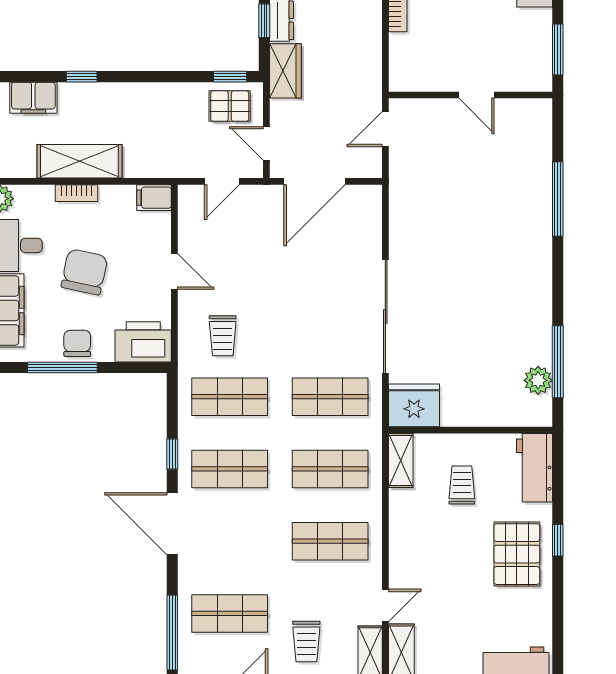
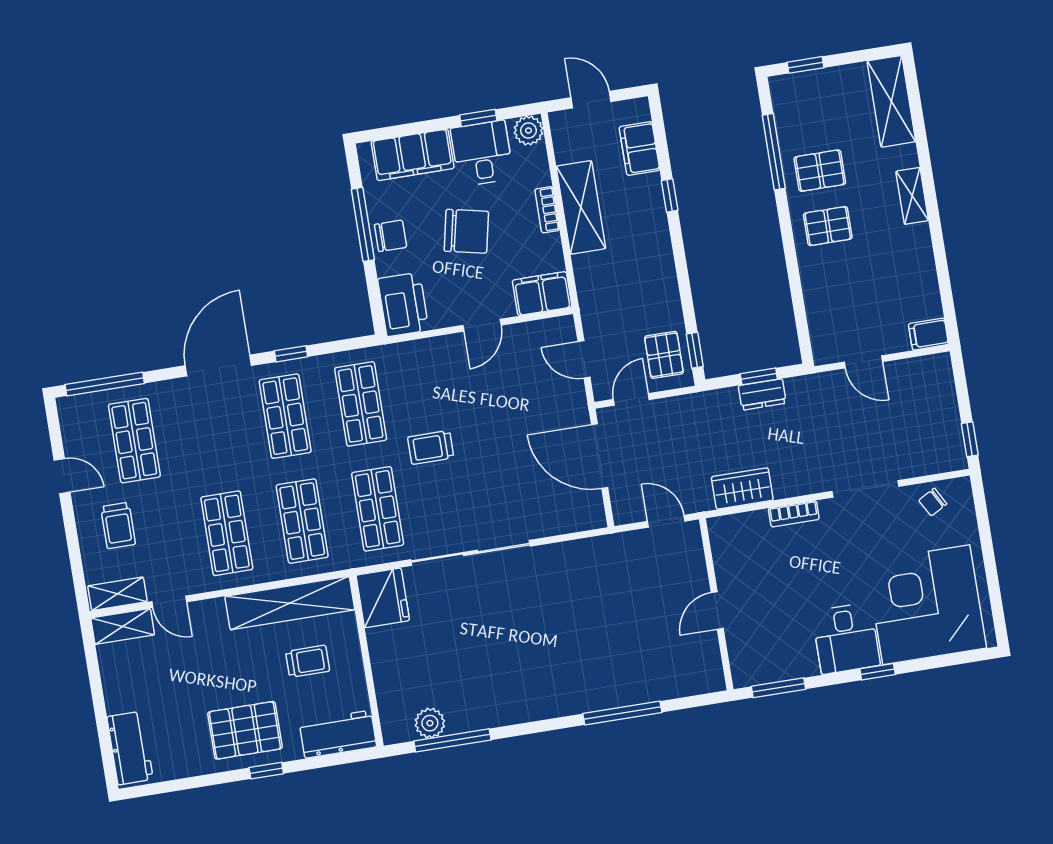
wardrobe: (285, 71) -> (742, 488), moved, turned 180
filing cabinet: (154, 198) -> (542, 294), width x2.00
trolley: (223, 336) -> (431, 447), moved
shelving: (401, 460) -> (290, 603), width x2.20, depth x1.33
trolley: (306, 641) -> (118, 525), turned -90

